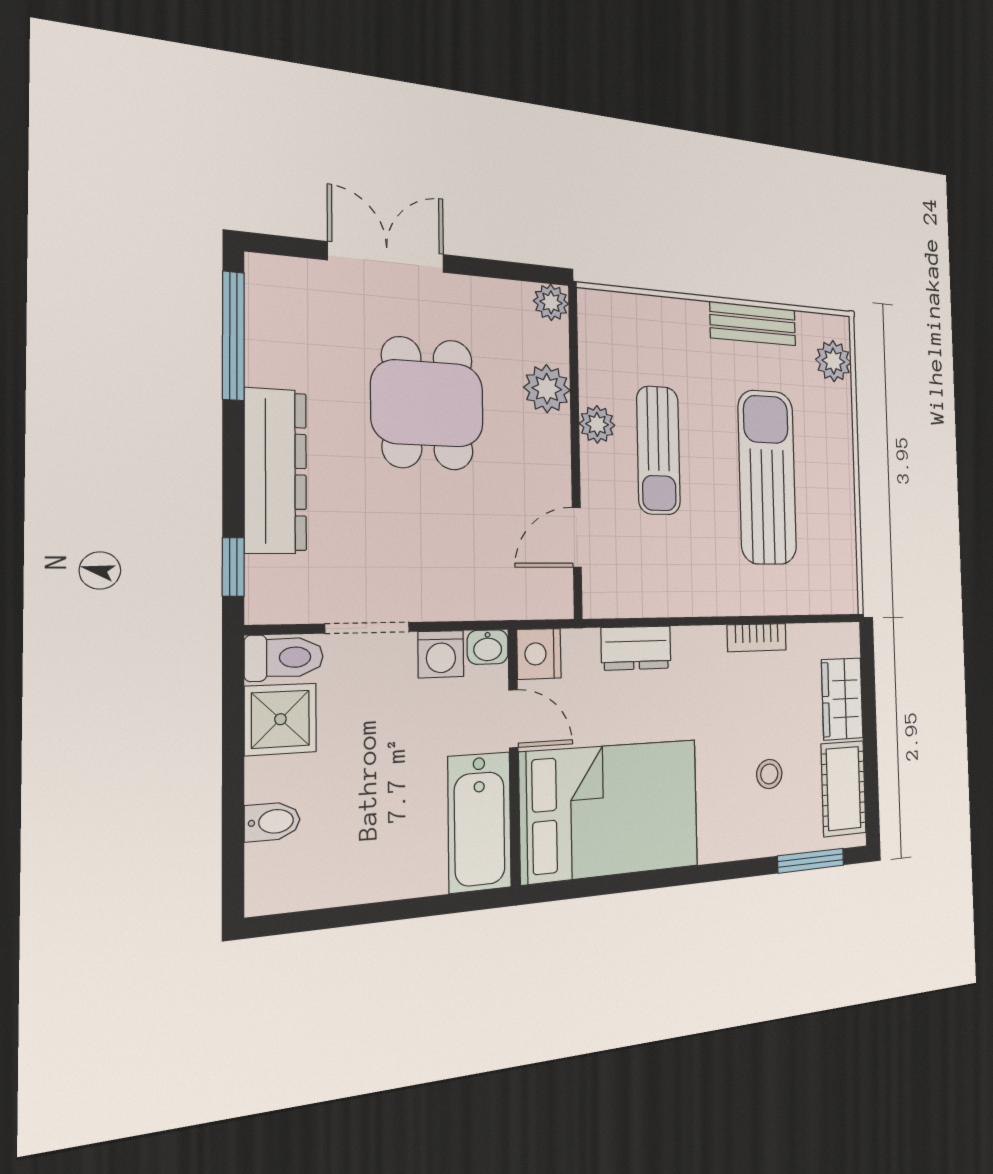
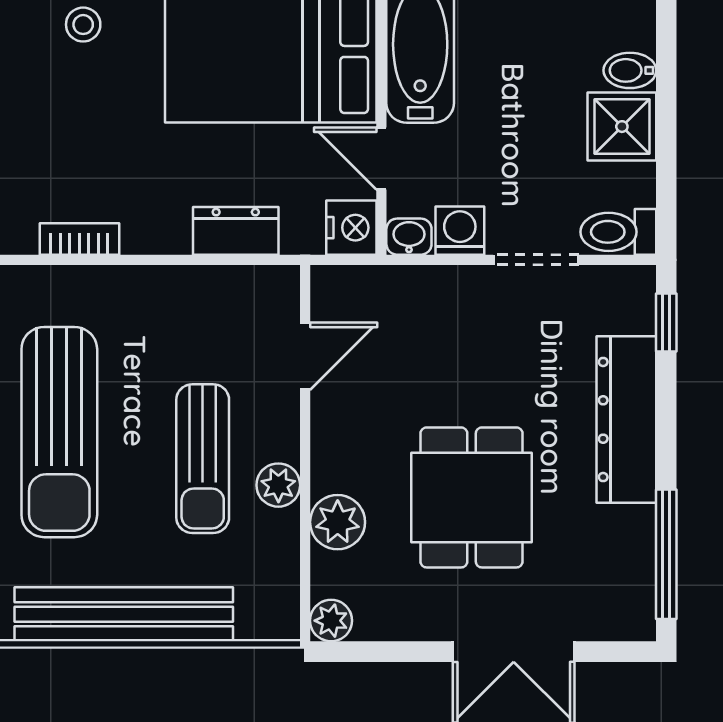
bench: (753, 324) -> (124, 614), width x1.86, depth x1.21
sun lounger: (658, 450) -> (203, 459), turned 180
shower: (280, 719) -> (622, 127), moved
stool: (769, 774) -> (83, 25), moved

